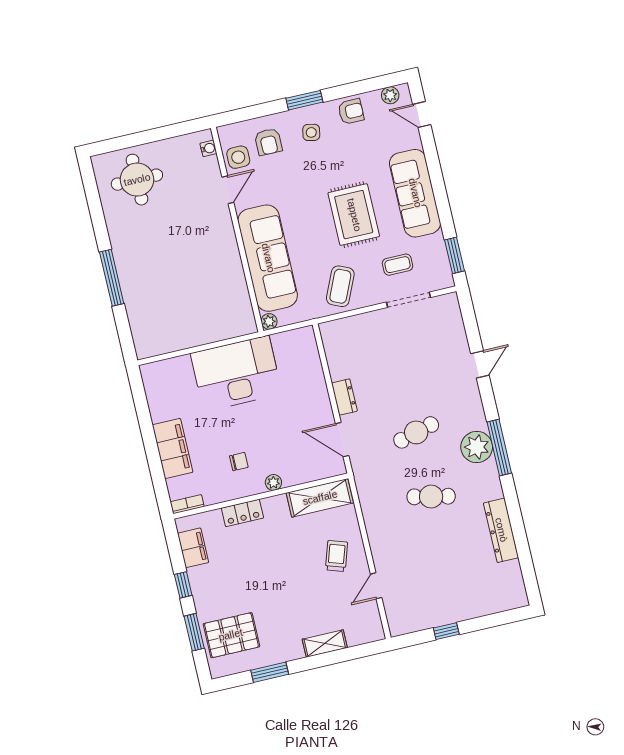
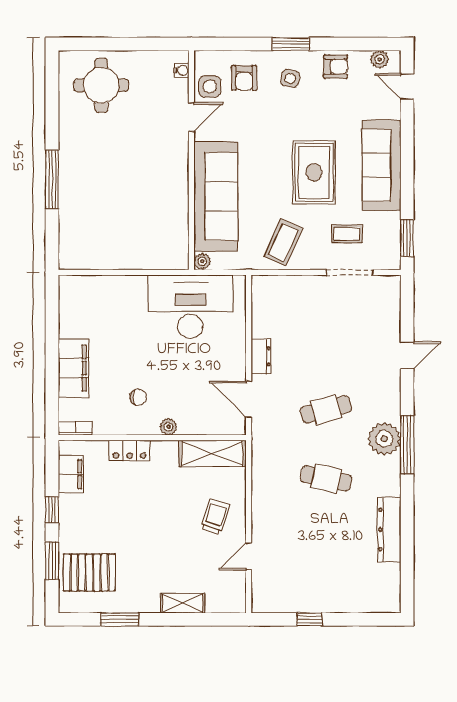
desk: (236, 373) -> (190, 307), moved

